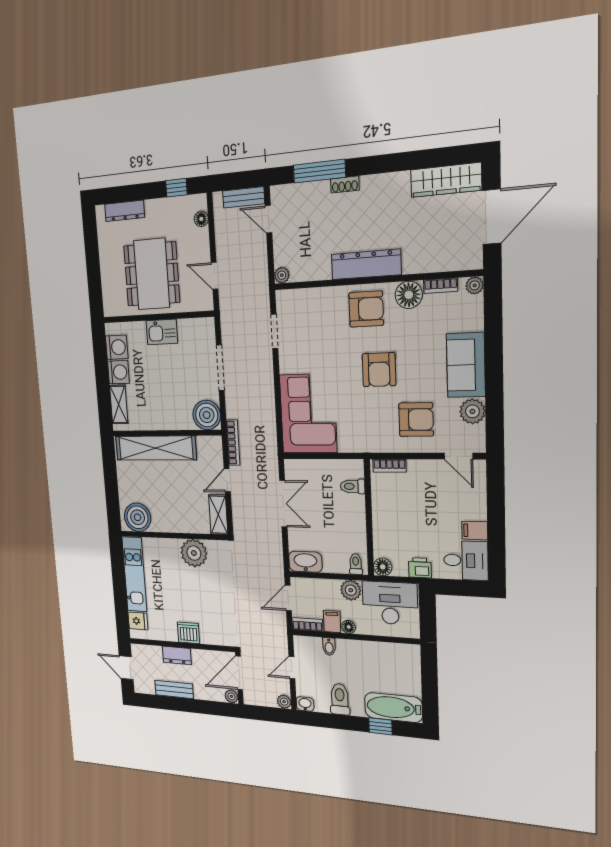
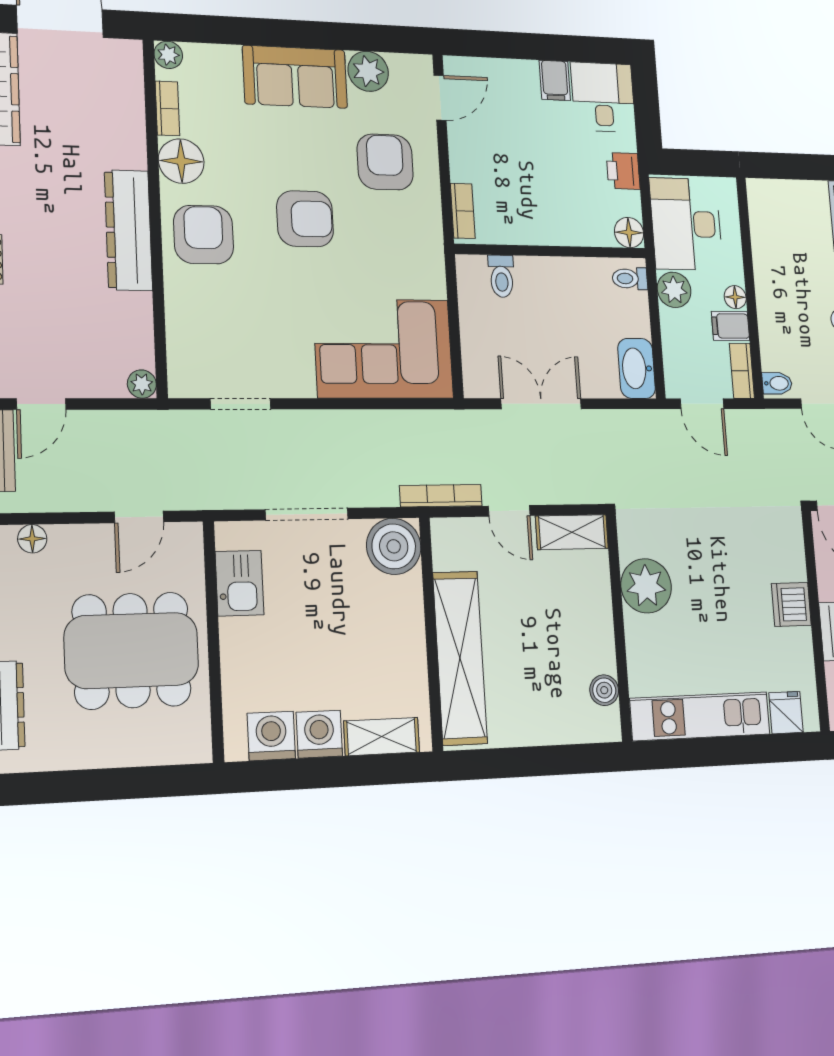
kitchen sink: (162, 332) -> (240, 583), moved
boiler: (138, 517) -> (604, 690), width x0.54, depth x0.54
bidet: (329, 647) -> (777, 383), moved

